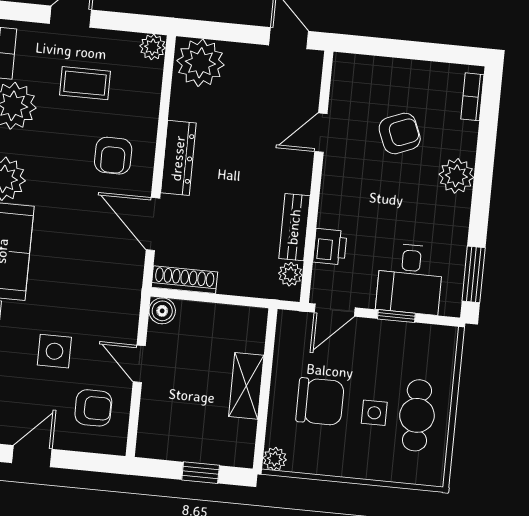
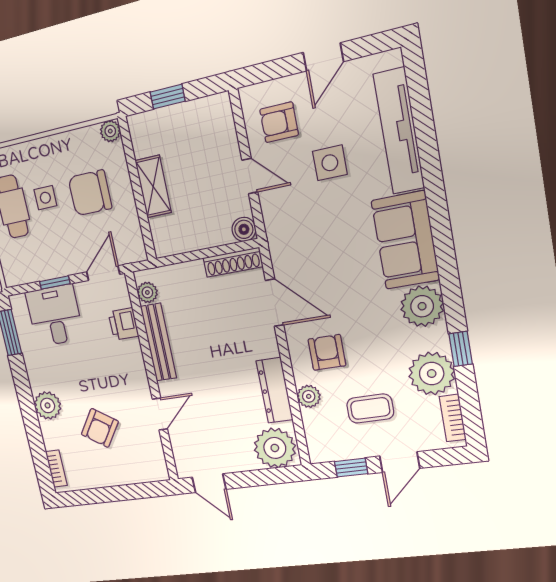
window: (123, 22) -> (351, 468), added
plant: (153, 47) -> (309, 396), moved
armchair: (400, 133) -> (100, 428), turned -34
dresser: (178, 158) -> (275, 390), moved
bench: (294, 227) -> (158, 342), width x1.36

